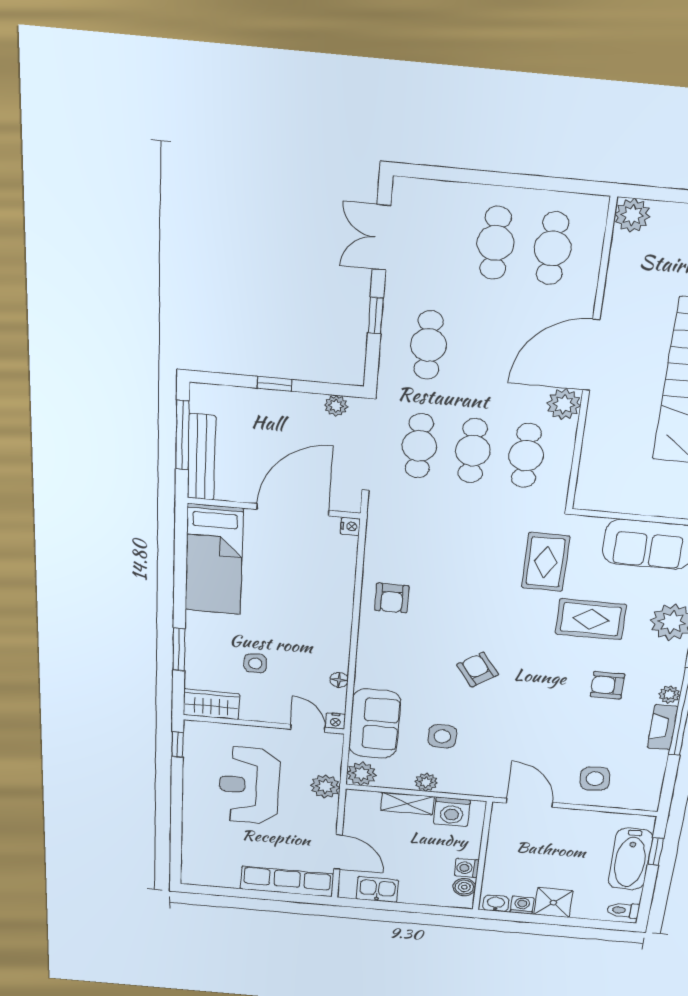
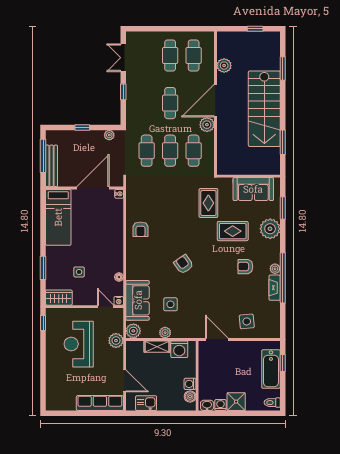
plant: (632, 215) -> (224, 66), moved
cafe table: (429, 345) -> (170, 103), moved

